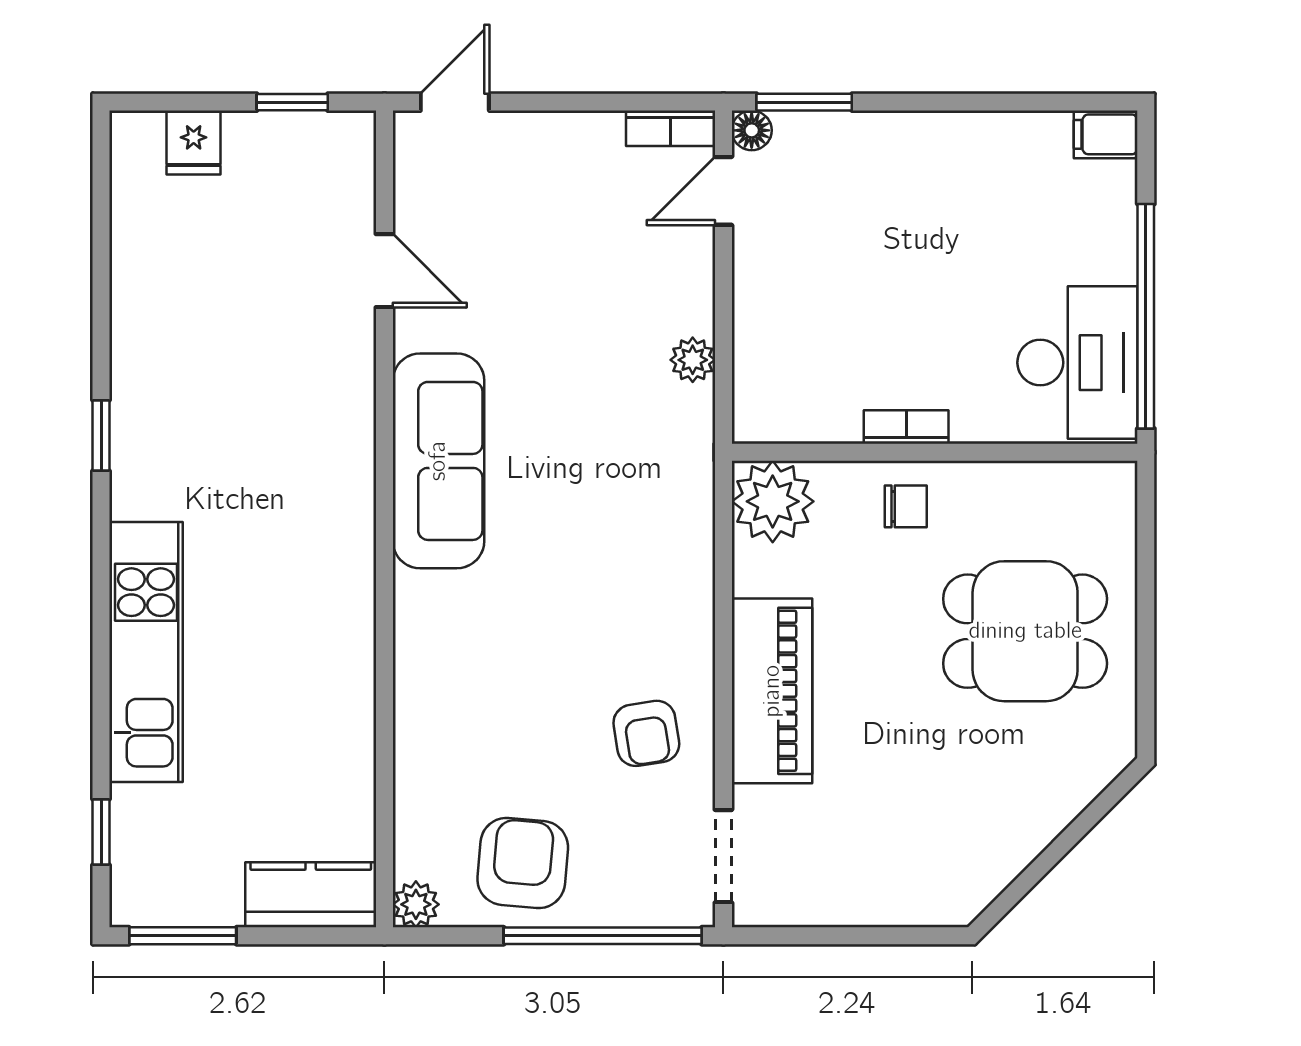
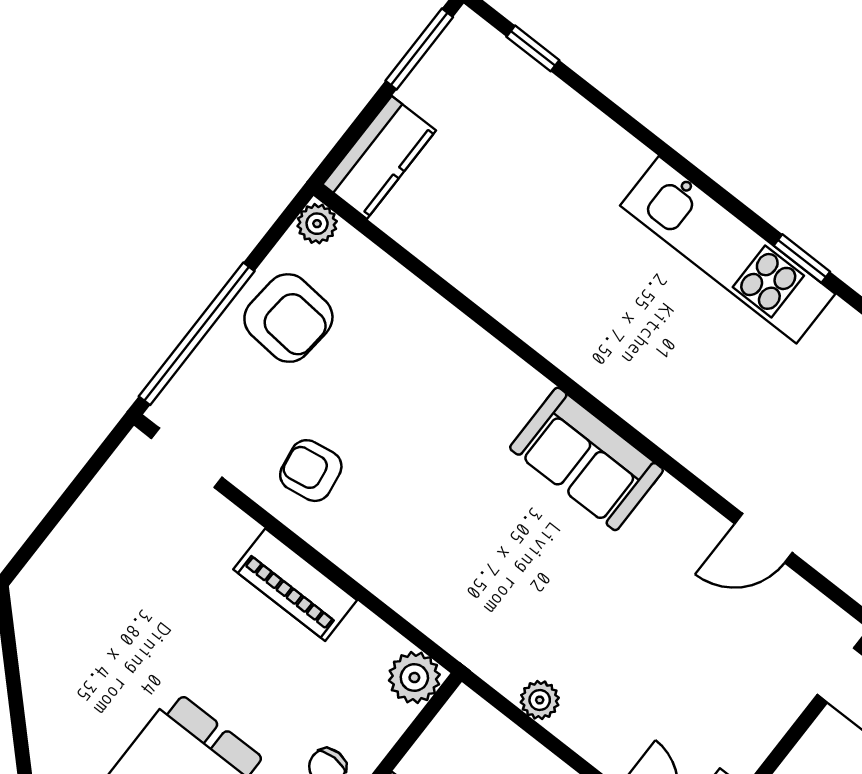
sofa: (438, 461) -> (586, 459), width x0.73
plant: (773, 501) -> (414, 678), width x0.73, depth x0.73
kitchen unit: (146, 652) -> (728, 250), moved
piano: (772, 691) -> (295, 585), width x0.73, depth x0.75

